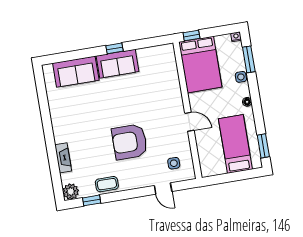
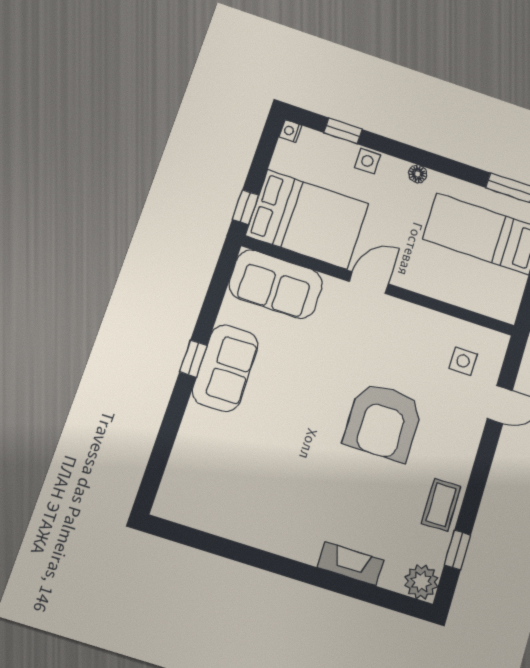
window: (249, 59) -> (343, 131), width x0.67
sofa: (76, 72) -> (276, 284), moved, turned 90
door: (189, 122) -> (369, 283), moved

